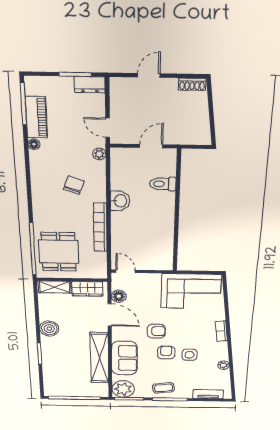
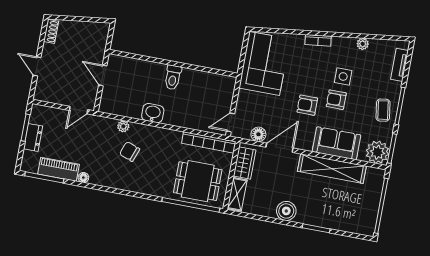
dresser: (90, 85) -> (33, 137), moved
plant: (99, 154) -> (123, 126), moved
toilet: (163, 184) -> (173, 77), moved
bookcase: (100, 227) -> (209, 142), moved
armchair: (156, 331) -> (307, 105), turned -90

